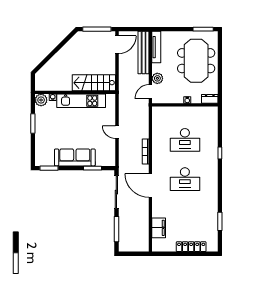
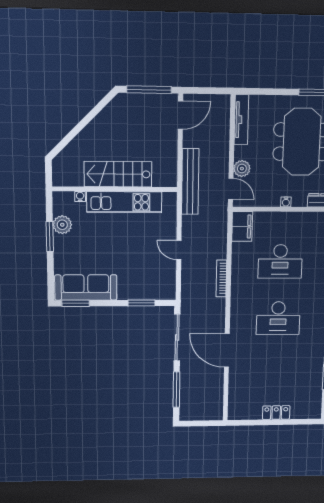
bench: (144, 53) -> (190, 182), moved
stairs: (94, 83) -> (118, 174), moved
door: (150, 92) -> (231, 189), swing flipped
plant: (41, 100) -> (62, 225), moved
sofa: (75, 157) -> (86, 287), moved
door: (150, 185) -> (227, 350), moved
filing cabinet: (159, 228) -> (242, 226), moved
locker: (191, 247) -> (276, 413), width x0.66

